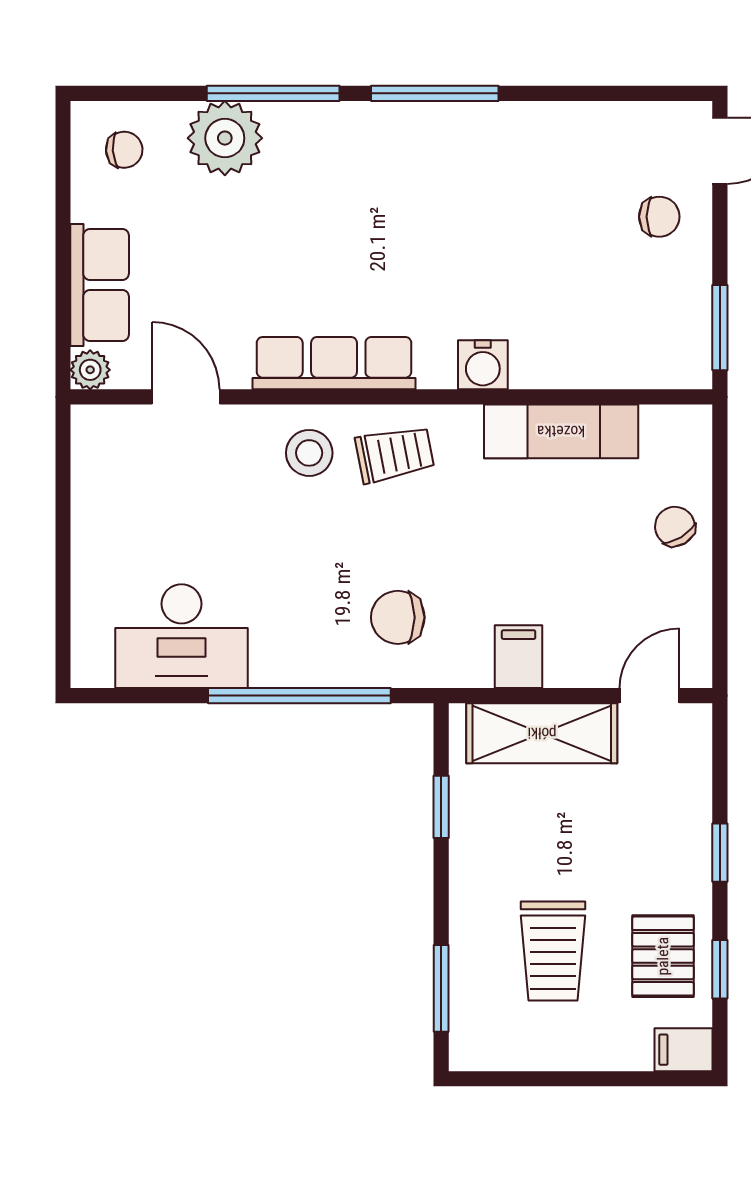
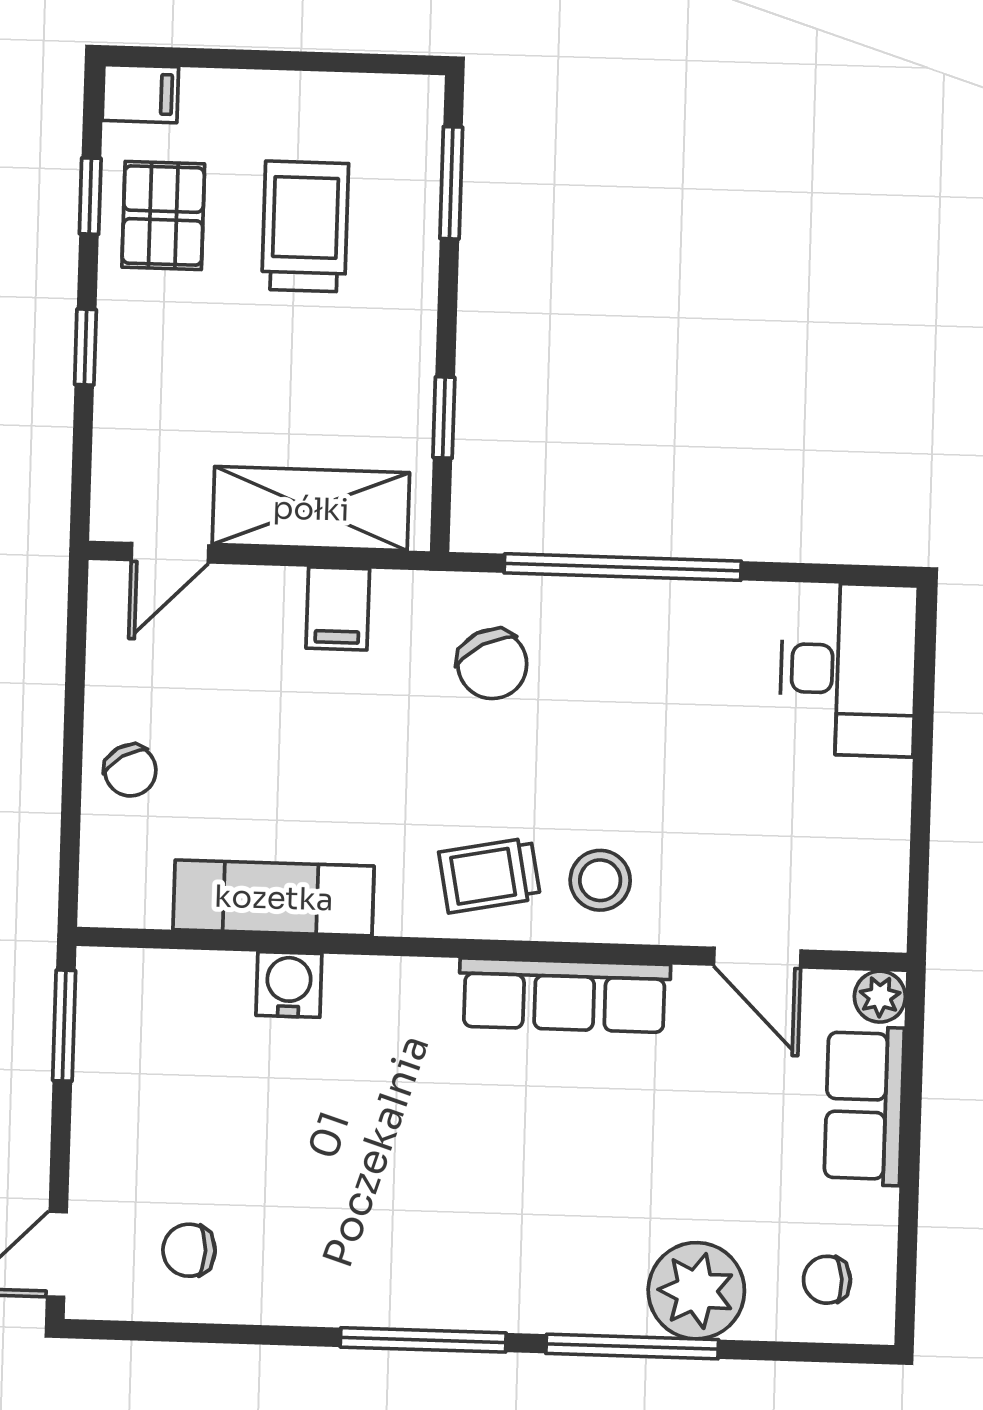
chair: (659, 217) -> (189, 1250), moved
water cooler: (483, 365) -> (289, 985), moved
chair: (398, 617) -> (492, 664), turned 62
desk: (181, 636) -> (848, 669), moved, turned 90

